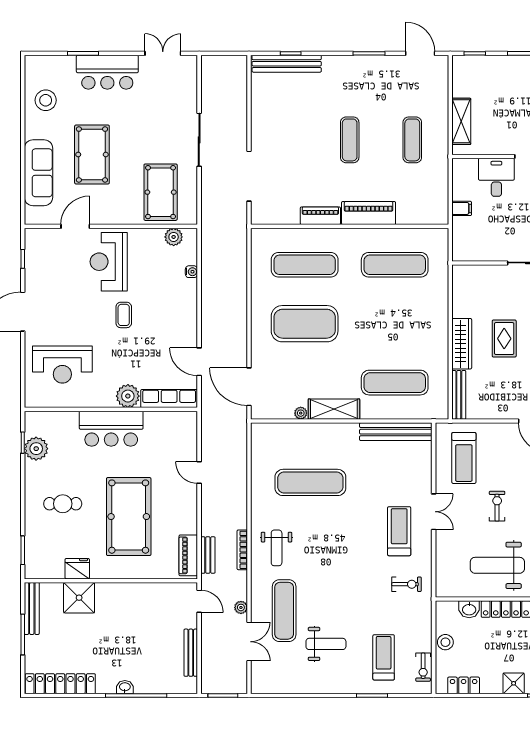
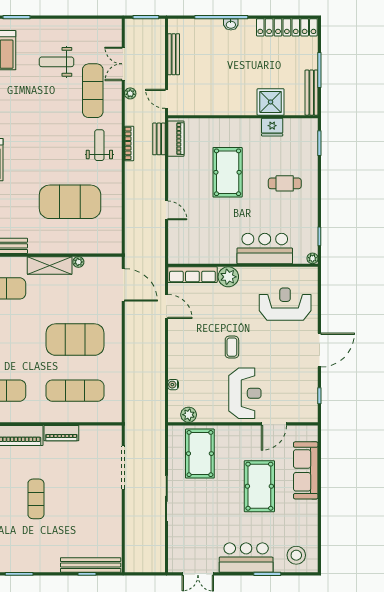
stool: (46, 100) -> (296, 555), moved
bar counter: (111, 429) -> (265, 249), moved
plant: (36, 449) -> (312, 258), moved, width x0.53, depth x0.53
exercise mat: (310, 482) -> (70, 202), width x1.47
pool table: (129, 517) -> (228, 172), width x0.73, depth x0.76

